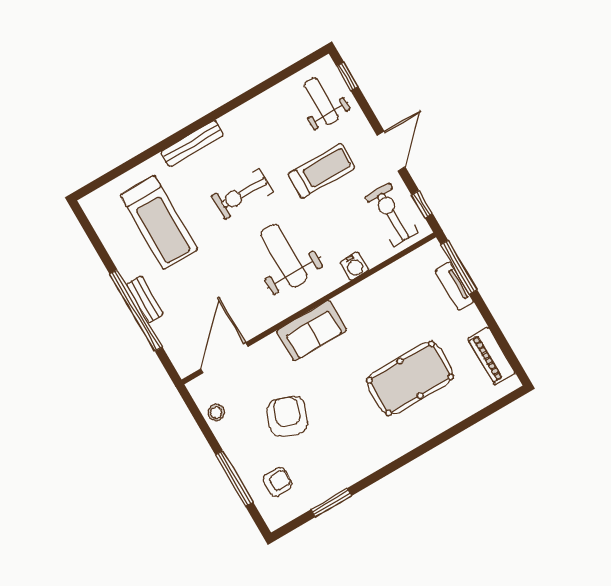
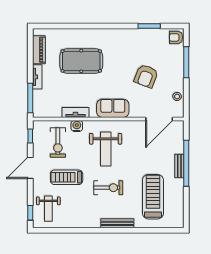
exercise bike: (392, 214) -> (58, 143), moved
tv unit: (454, 286) -> (37, 77), moved
tv unit: (370, 287) -> (76, 112), added
armchair: (277, 482) -> (176, 37), moved

